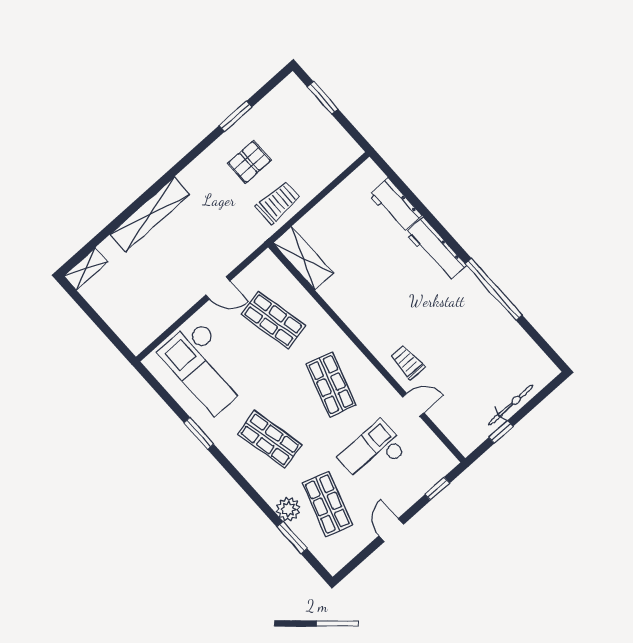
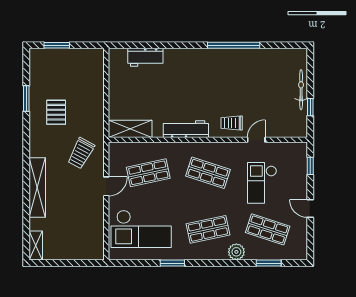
trolley: (278, 203) -> (81, 153), moved, turned -152
workbench: (436, 249) -> (186, 129), moved, turned 180
plant: (288, 509) -> (236, 252), moved

